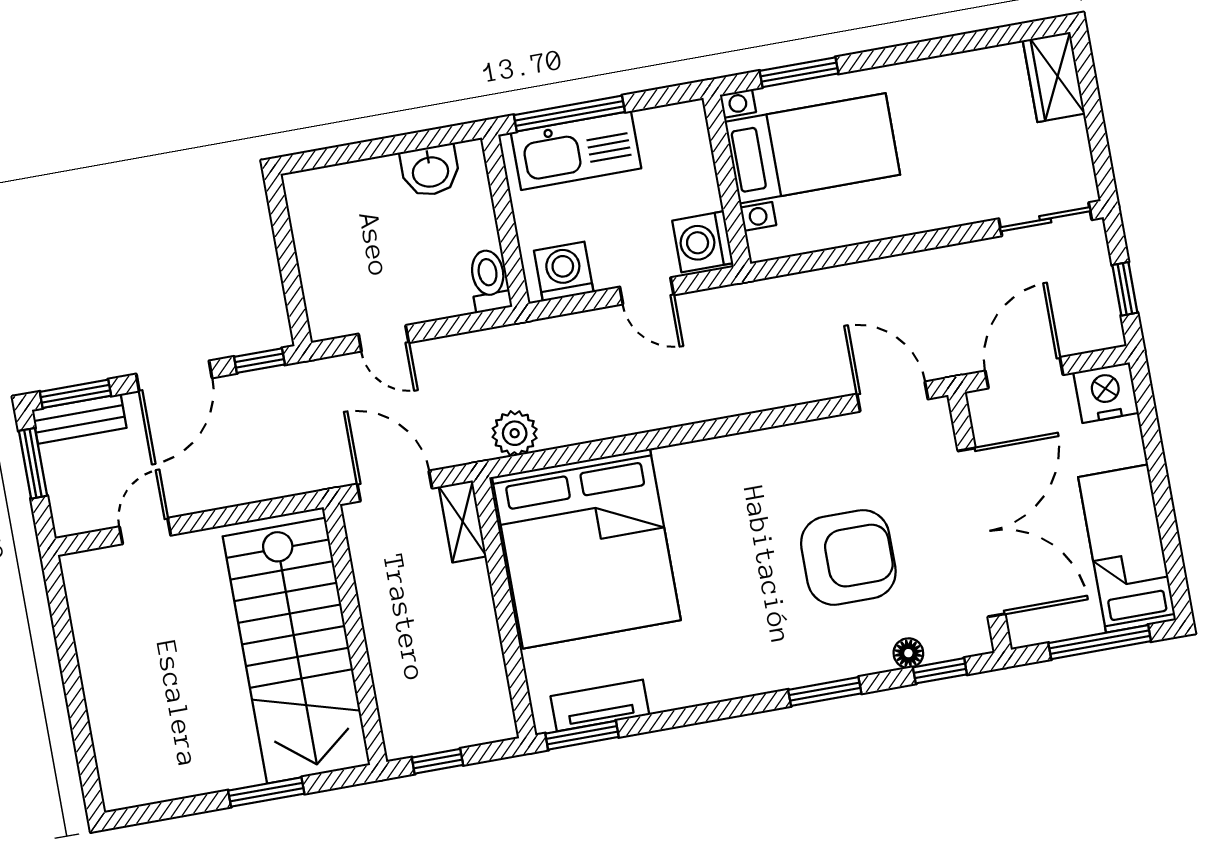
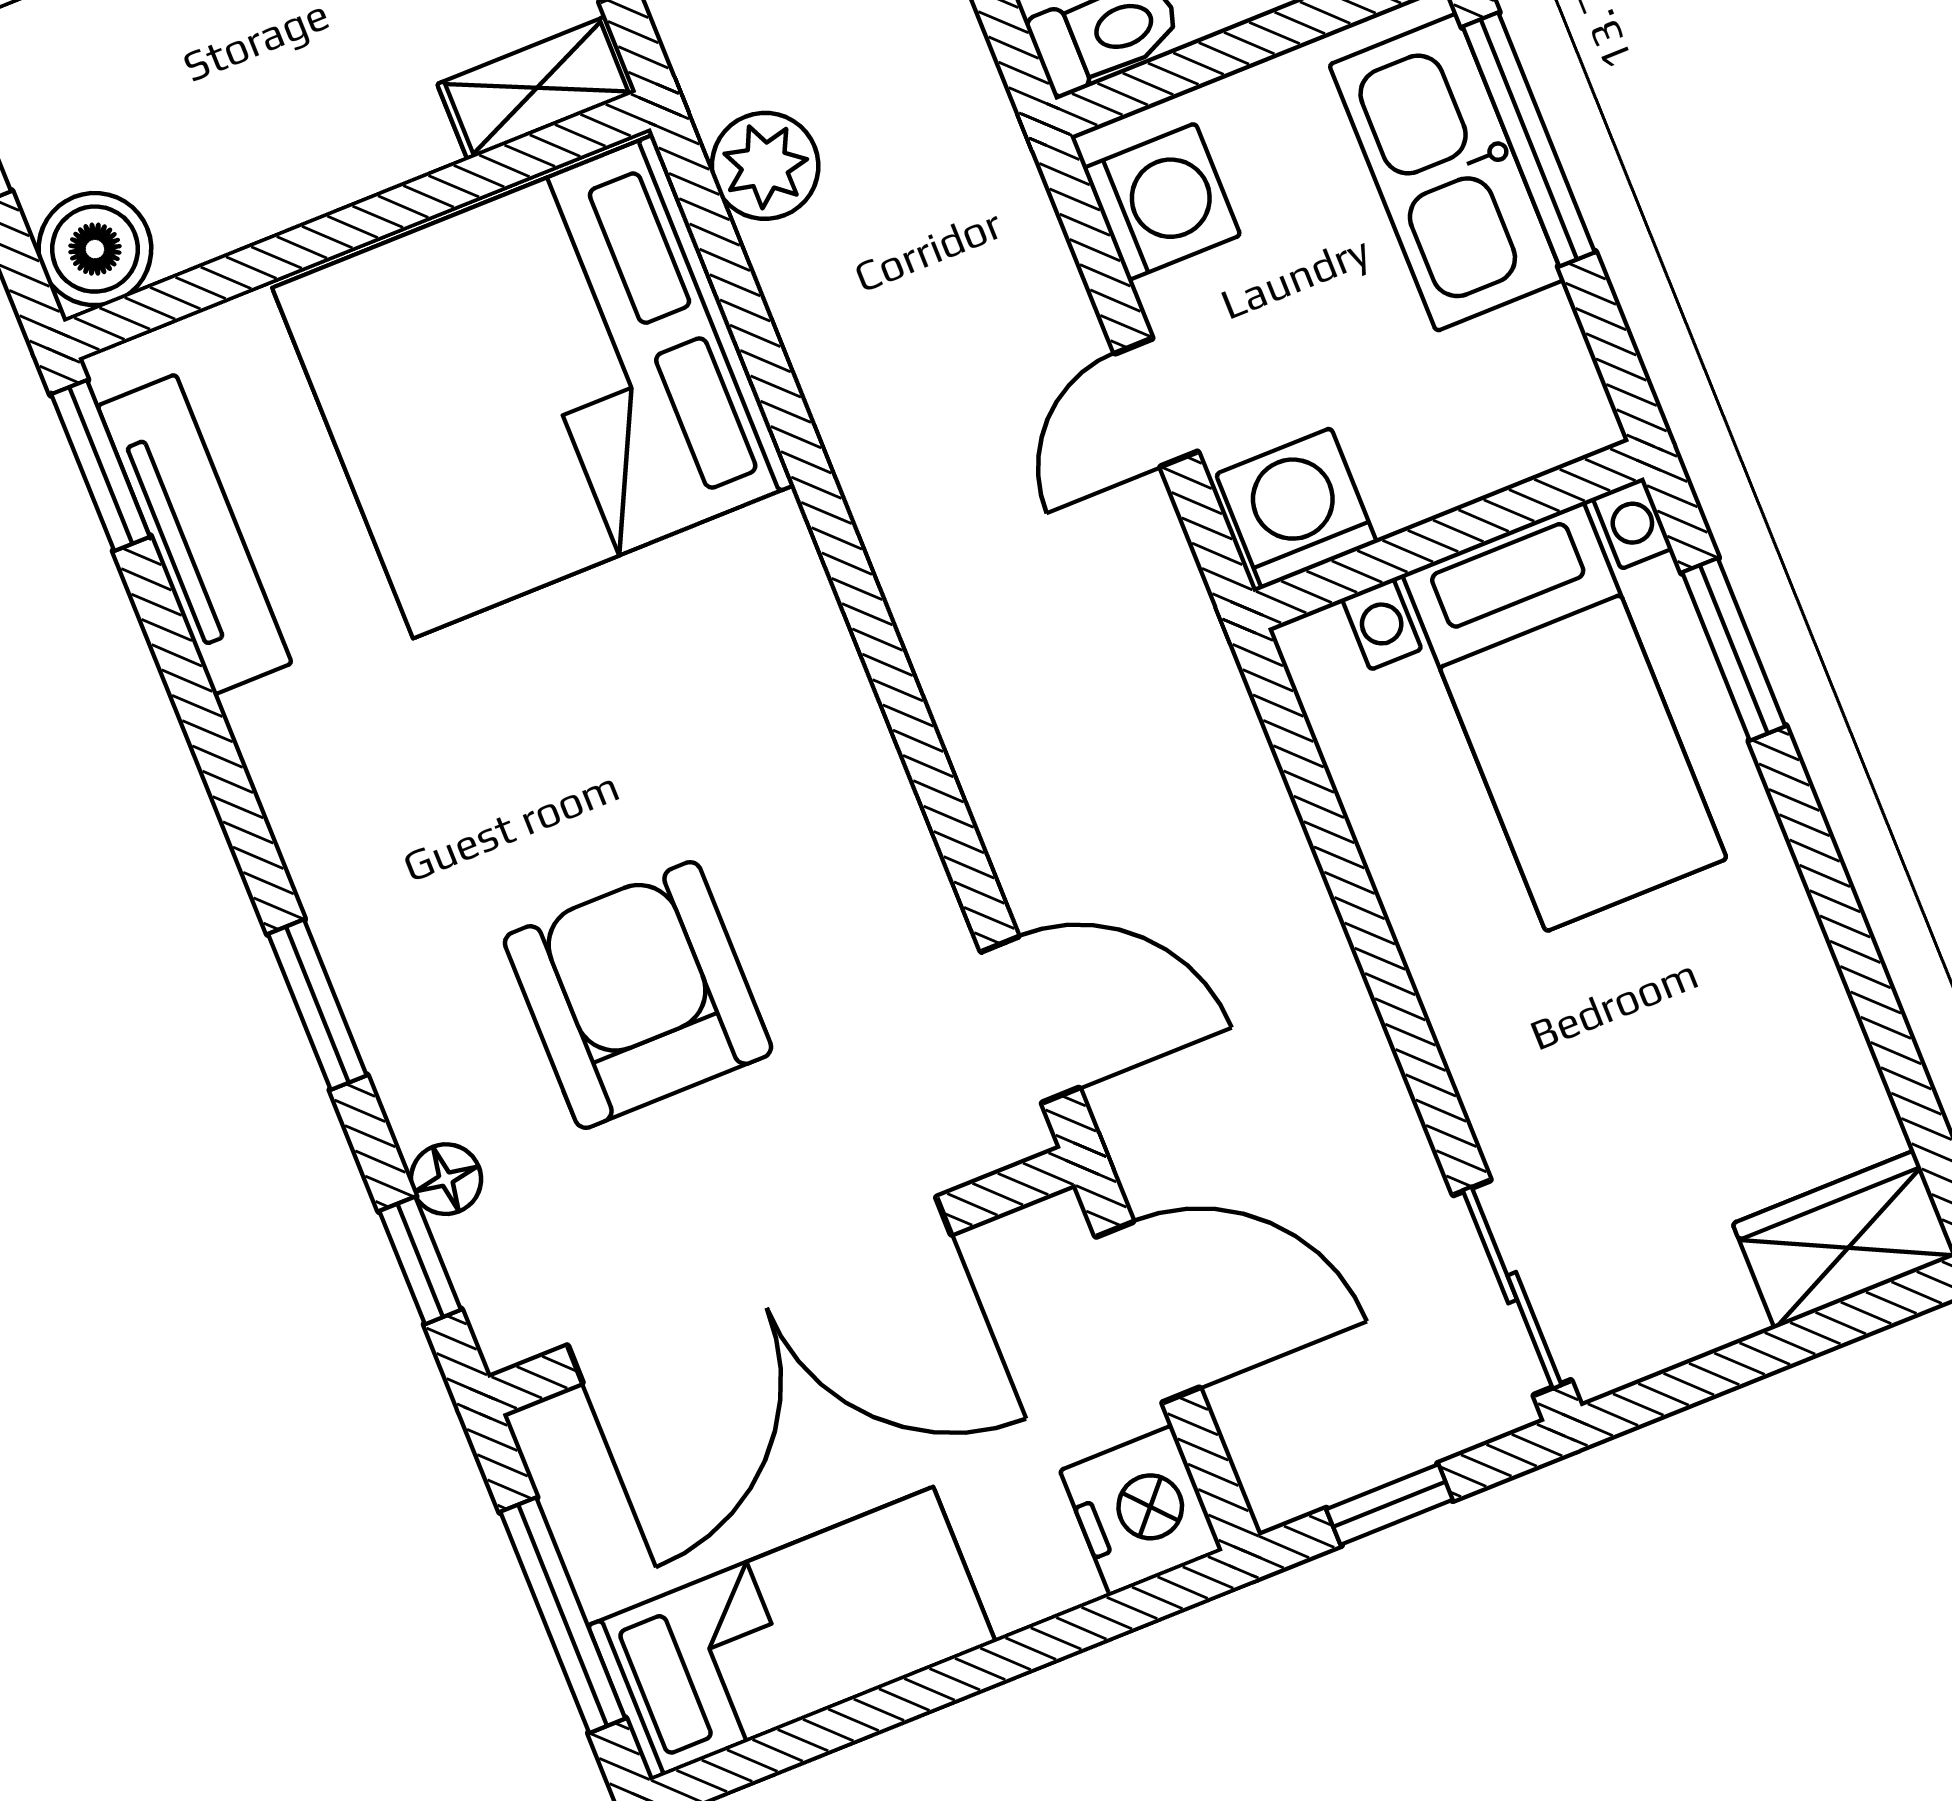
door: (892, 397) -> (1030, 1020), hinge flipped
armchair: (848, 557) -> (638, 995), turned 180
tv unit: (600, 705) -> (195, 535), width x1.41
boiler: (492, 719) -> (95, 249), added

